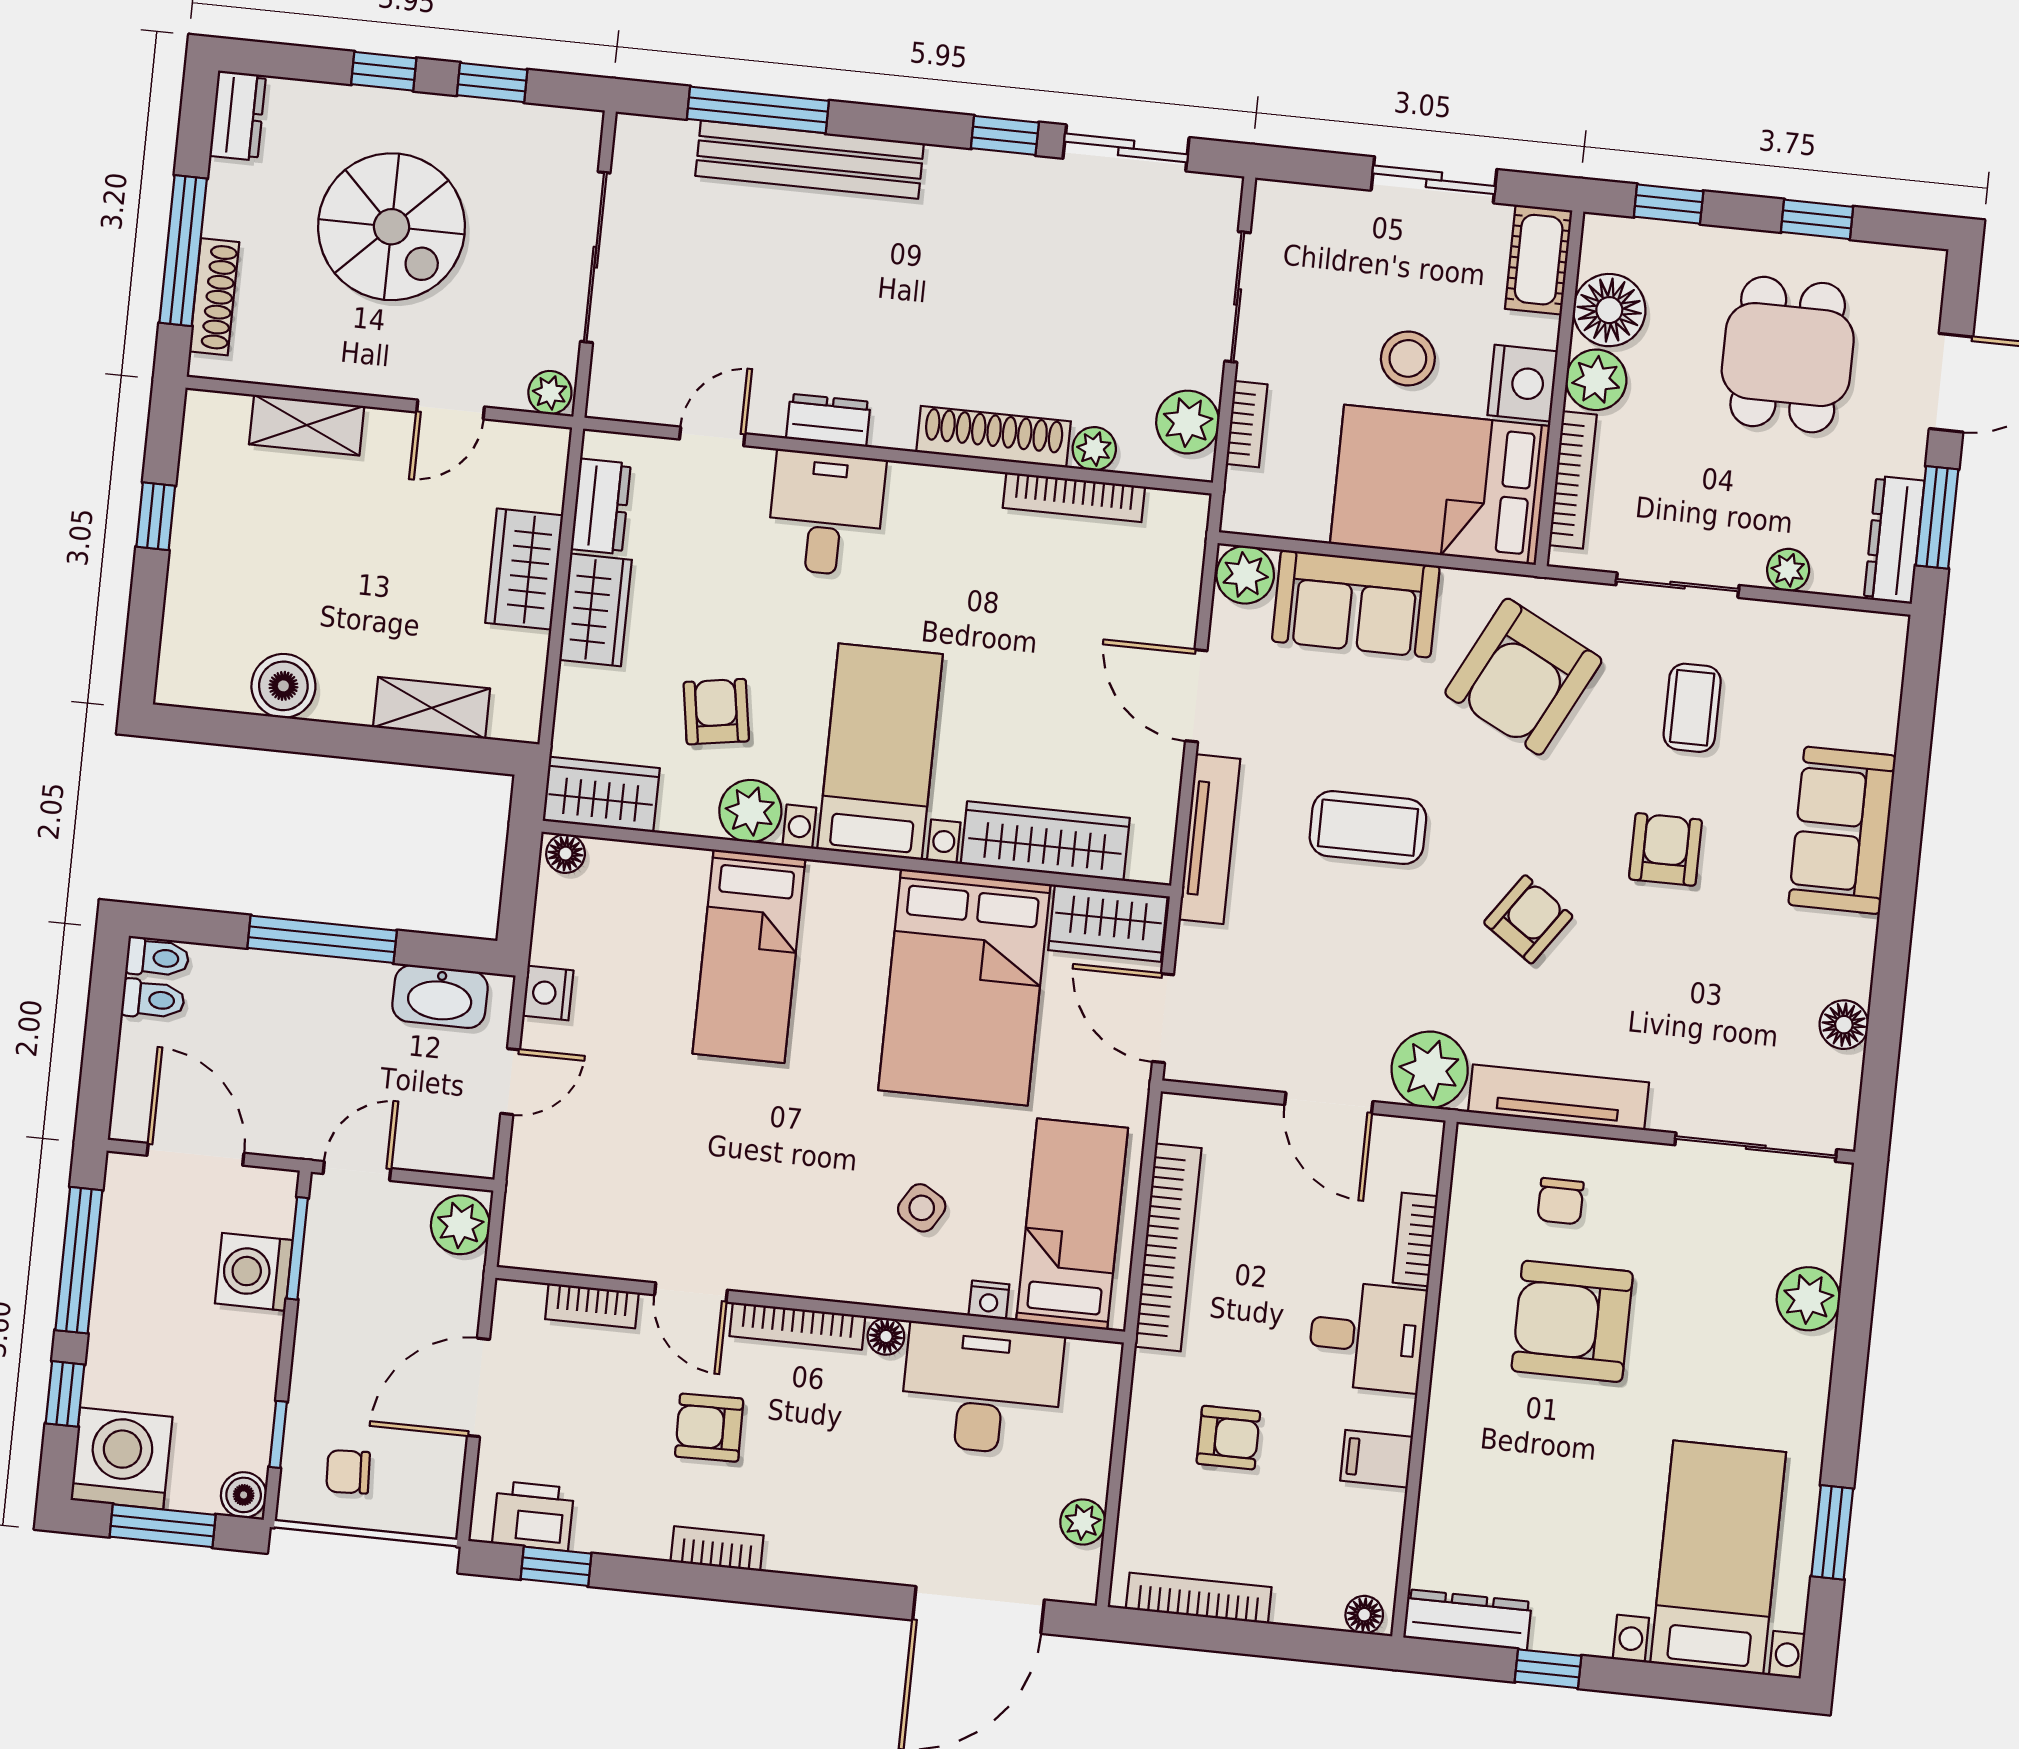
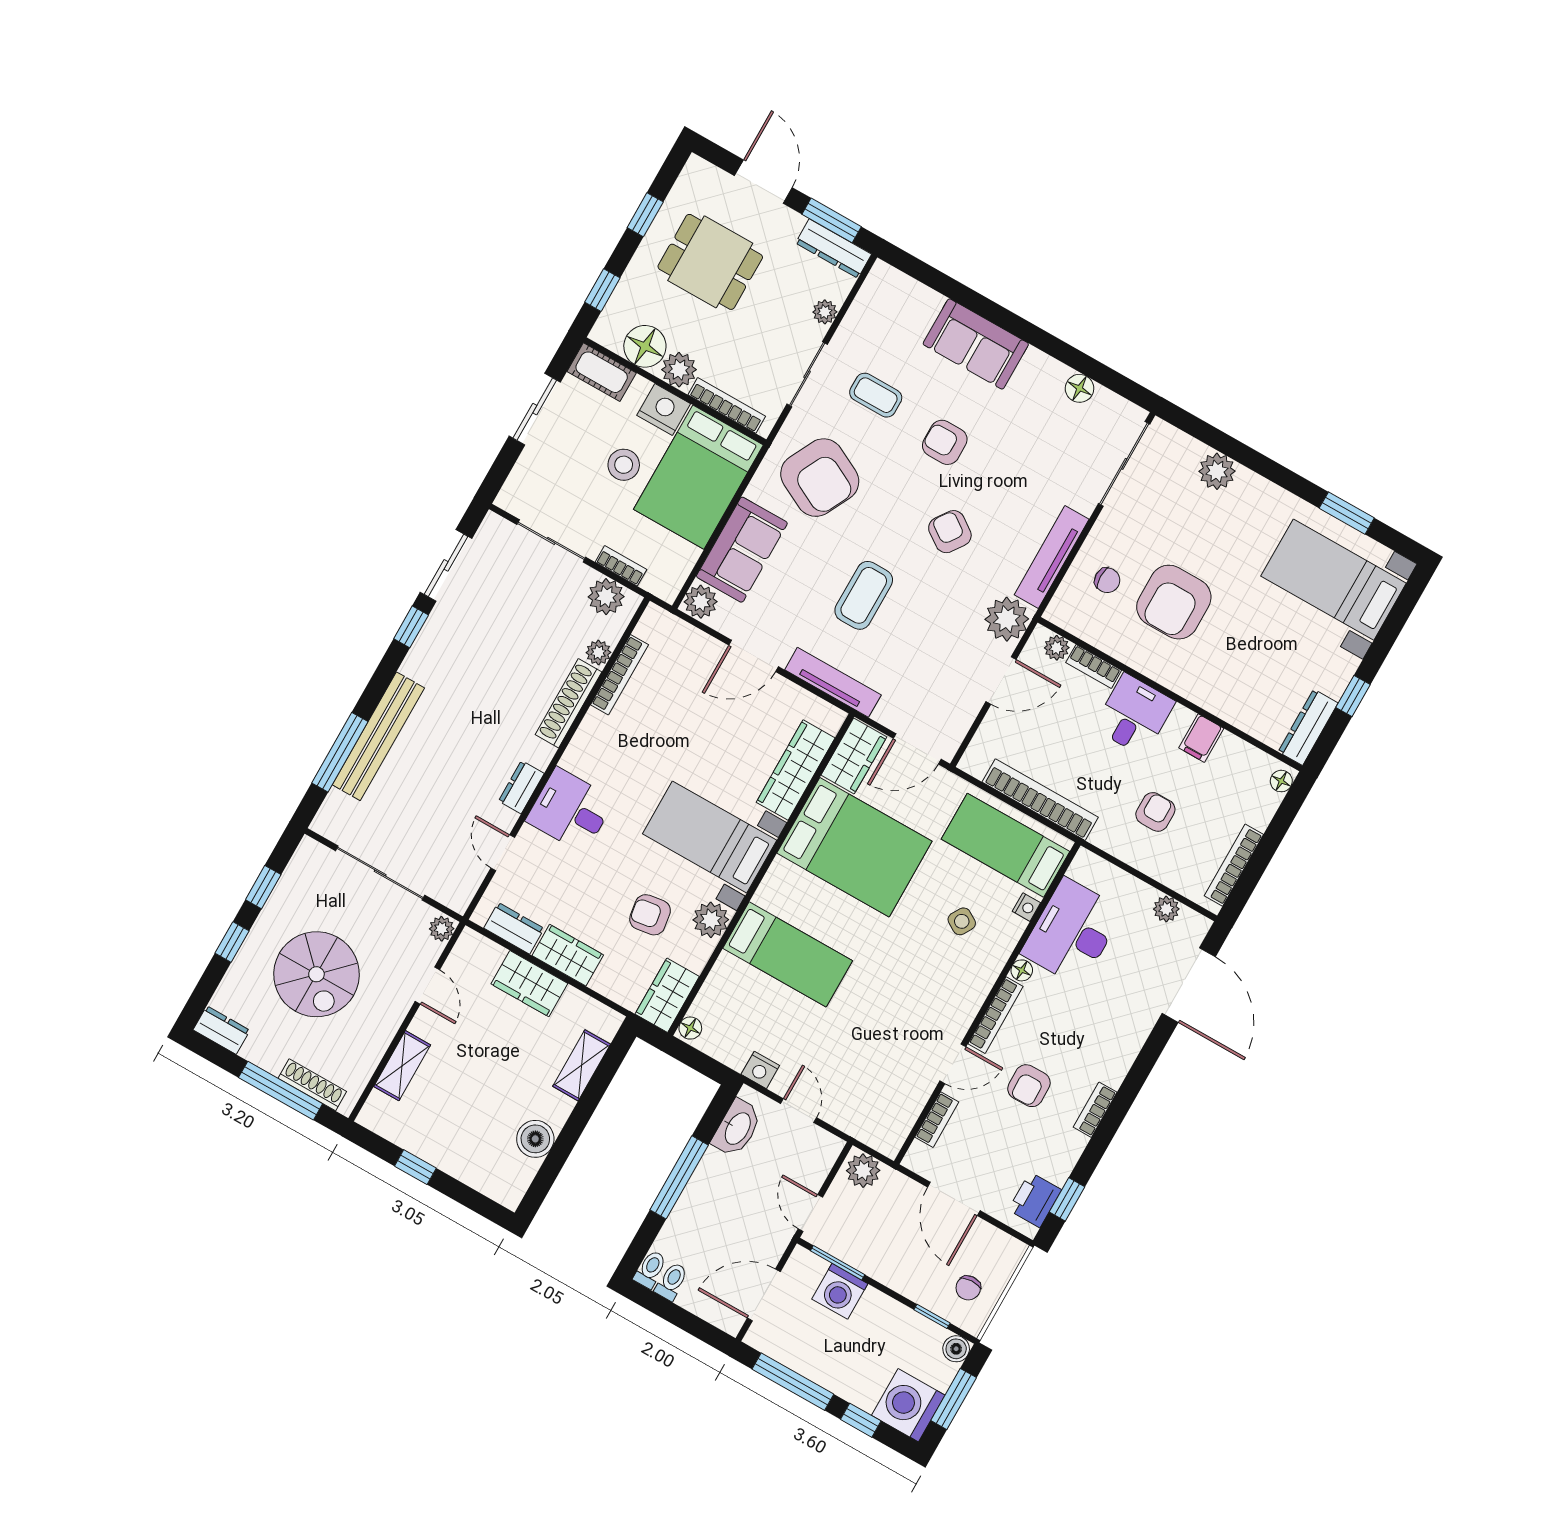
spiral stairs: (392, 227) -> (316, 974), turned 90
plant: (1419, 1168) -> (1057, 648), added

